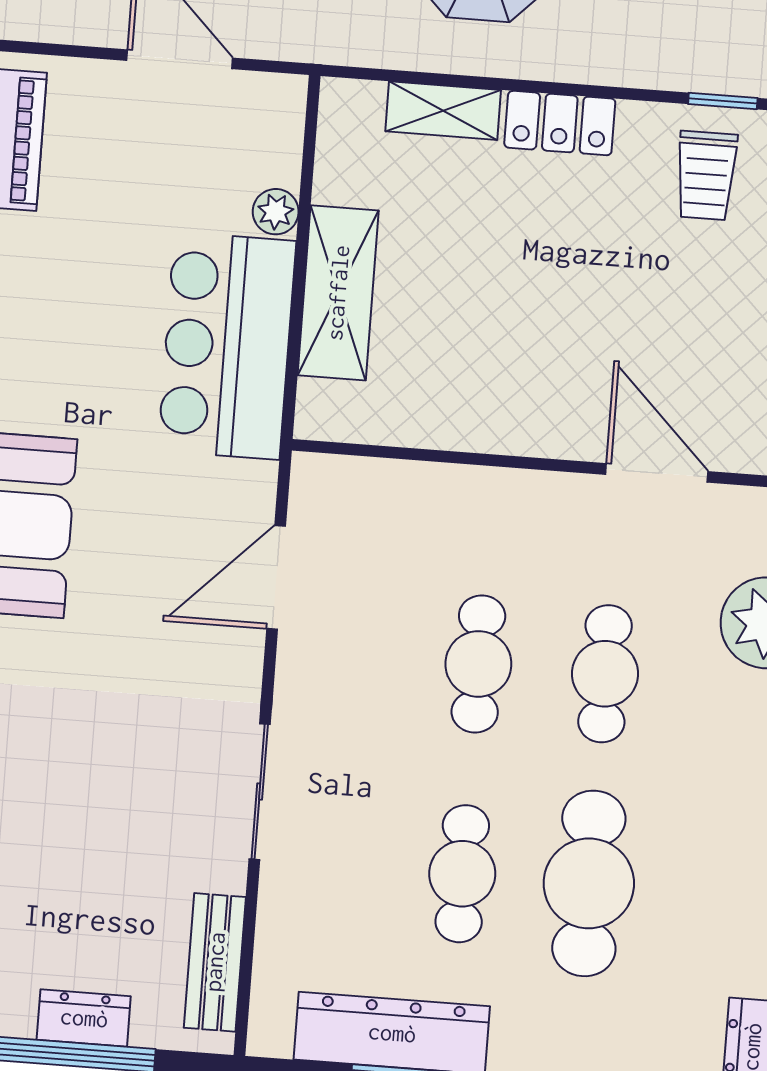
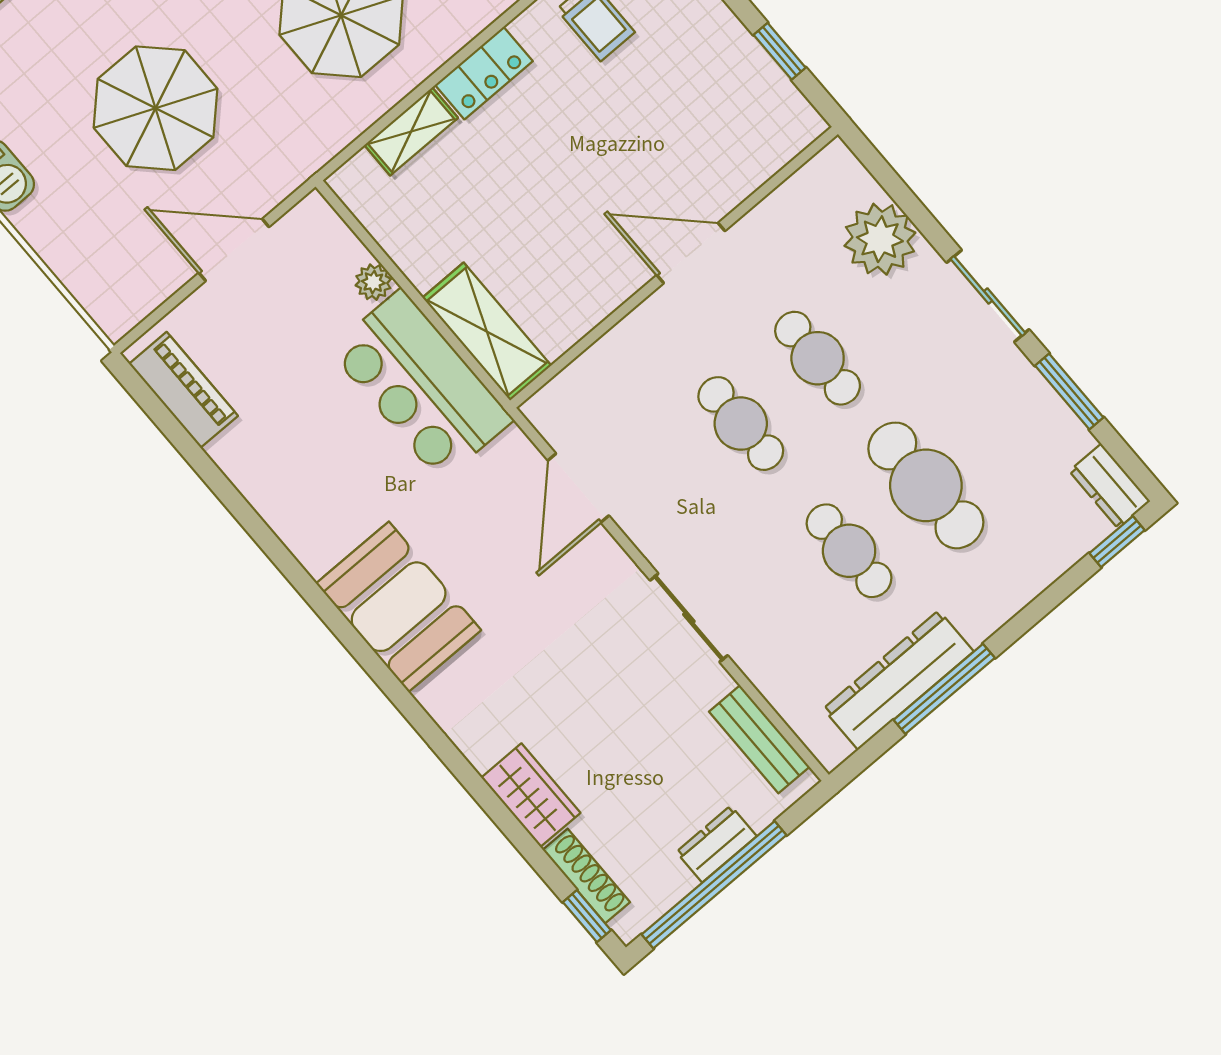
shelving: (338, 293) -> (487, 332), moved
door: (657, 473) -> (691, 253), moved

